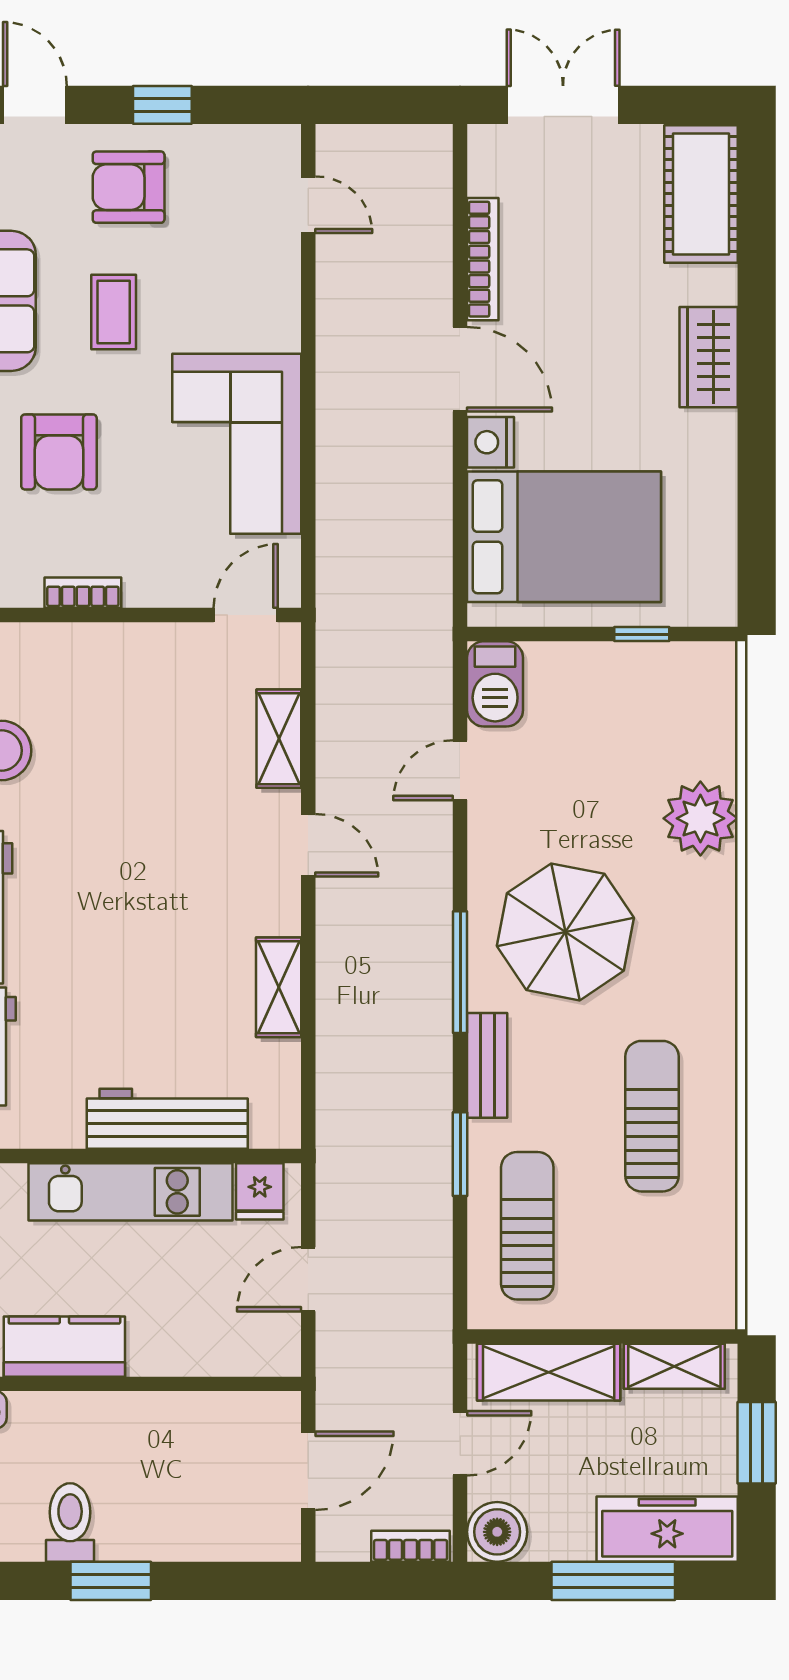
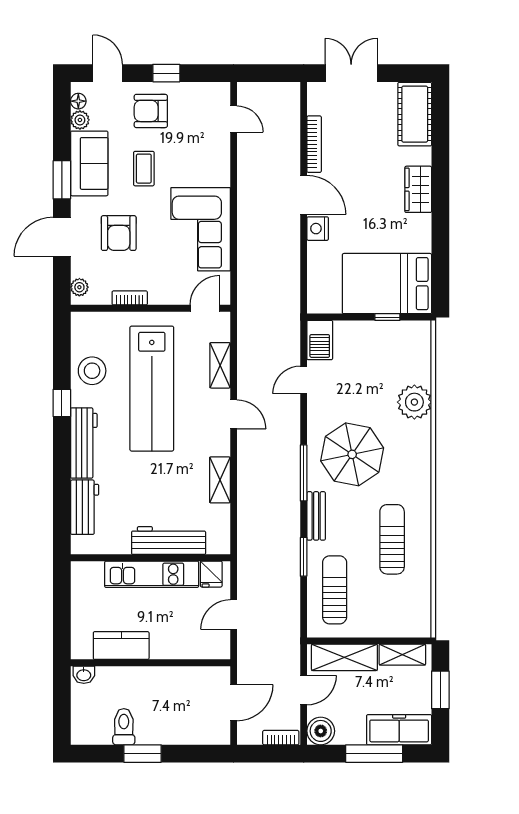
bed: (564, 537) -> (387, 284), moved, turned 180
lab bench: (131, 789) -> (152, 389), added

